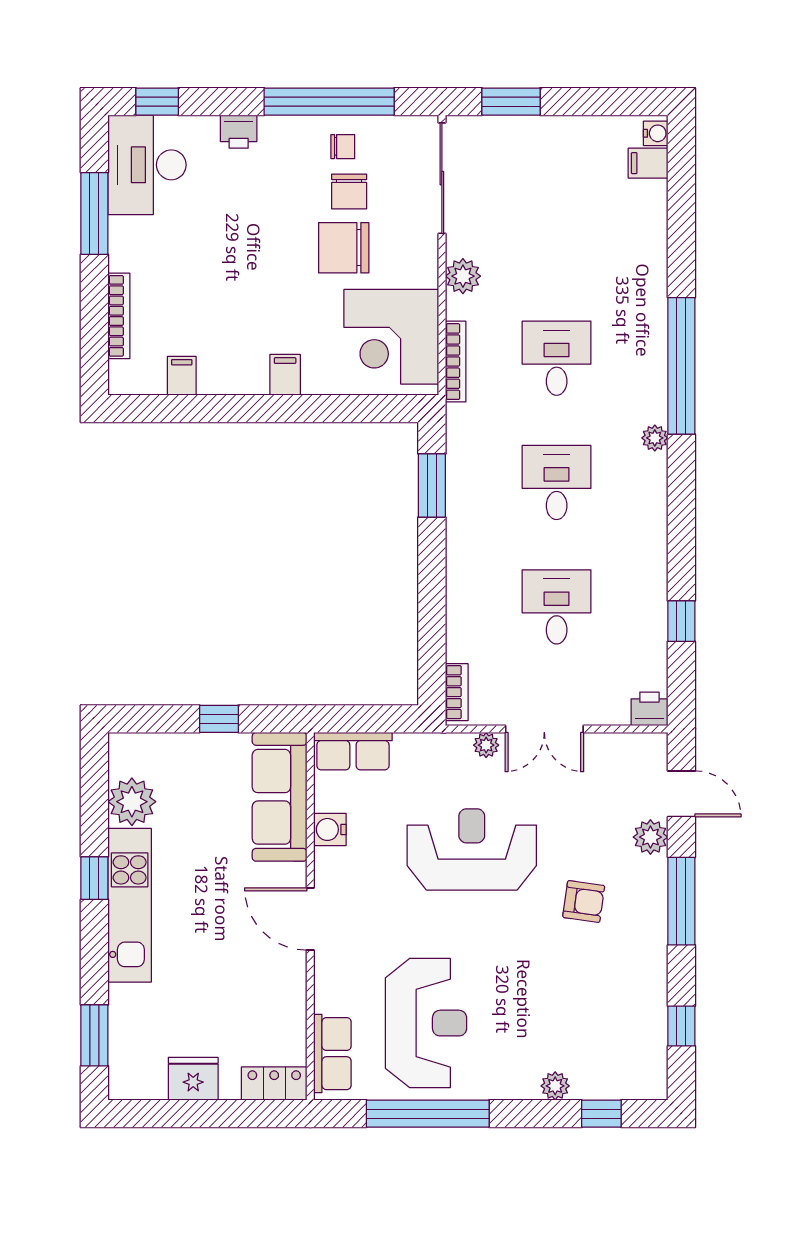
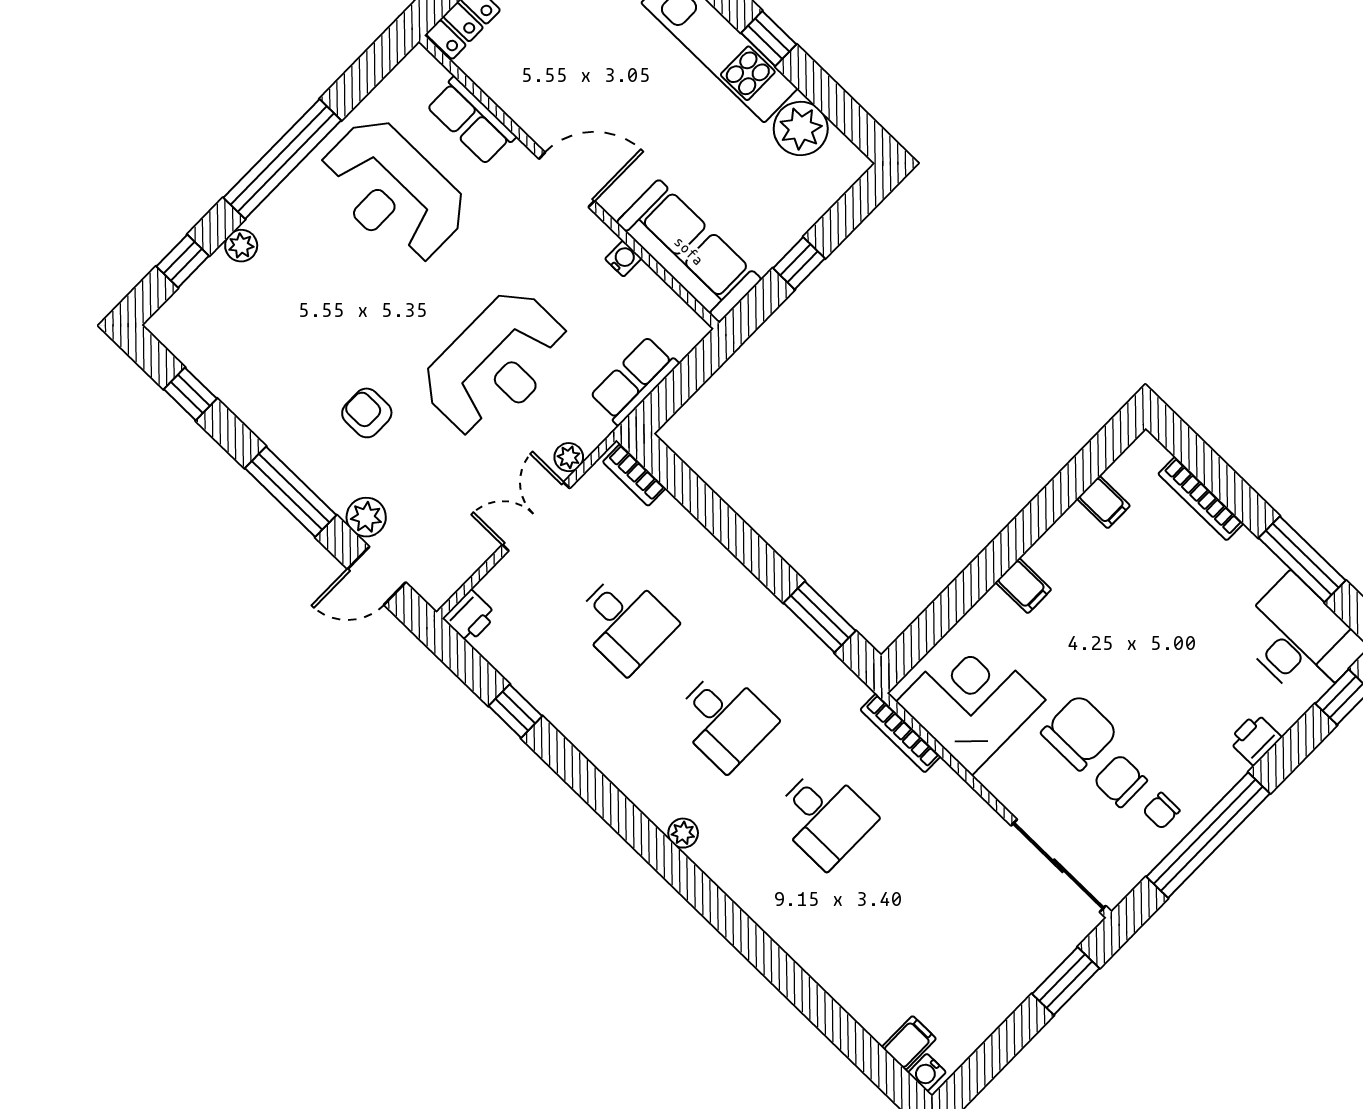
plant: (463, 276) -> (963, 806), removed
window: (681, 366) -> (720, 911), removed
row of seats: (353, 751) -> (634, 380), moved
water cooler: (330, 829) -> (623, 259), width x0.72, depth x0.72
armchair: (584, 902) -> (367, 413), turned 82
row of seats: (332, 1054) -> (471, 121), moved
window: (428, 1114) -> (282, 159), moved

